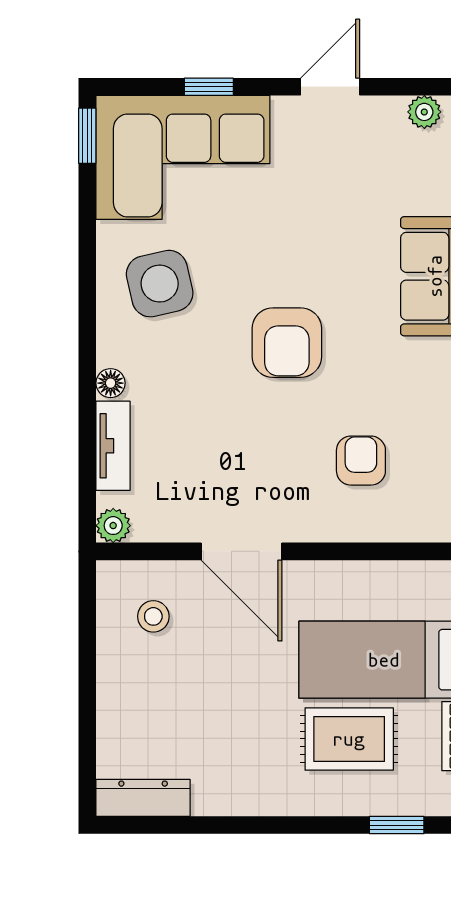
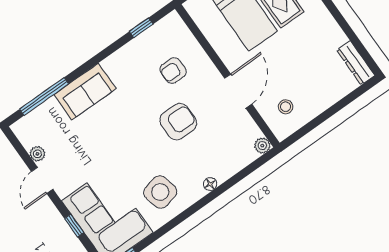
door: (330, 87) -> (42, 180), hinge flipped
plant: (424, 112) -> (37, 154), moved
armchair: (287, 343) -> (178, 122), moved
tv unit: (113, 446) -> (233, 167), removed

